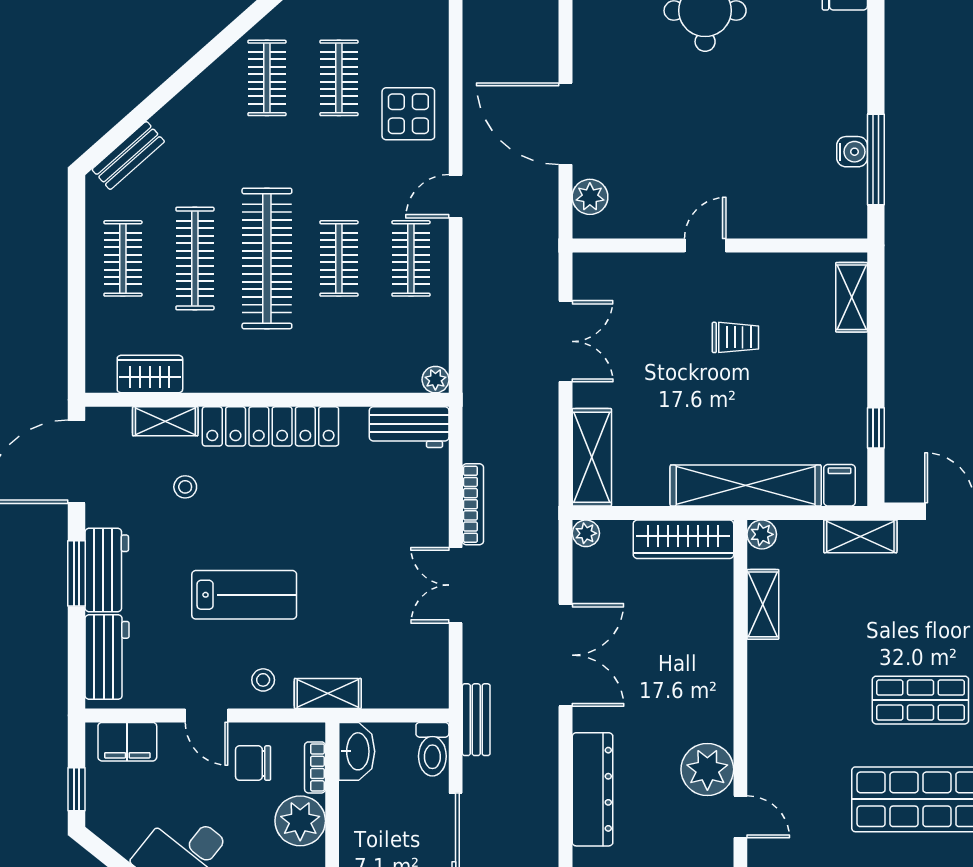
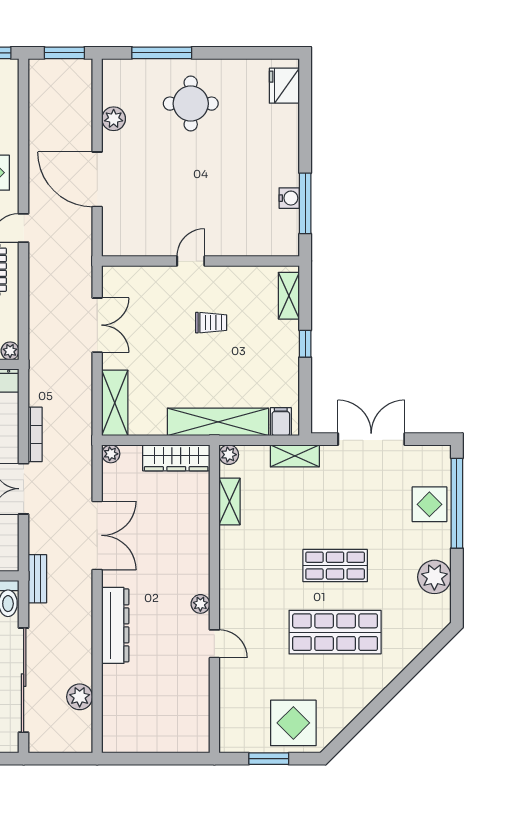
plant: (590, 197) -> (114, 119), moved
window: (876, 428) -> (305, 344), moved
plant: (707, 769) -> (200, 604), width x0.53, depth x0.53

